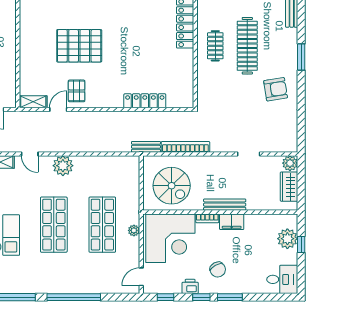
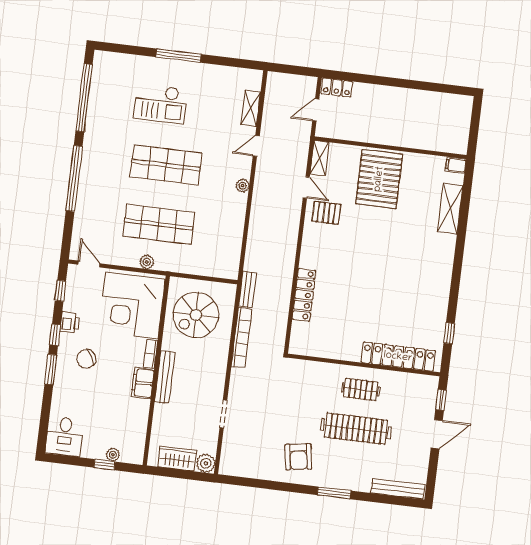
pallet: (79, 46) -> (379, 179), moved
plant: (63, 166) -> (243, 186), width x0.53, depth x0.53
plant: (287, 239) -> (113, 455), width x0.53, depth x0.53

